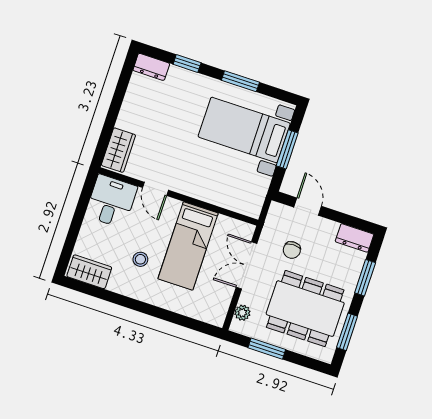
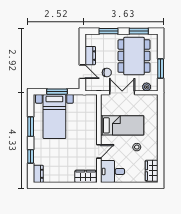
door: (308, 207) -> (82, 72), swing flipped
dresser: (354, 238) -> (90, 56), moved
double door: (246, 265) -> (122, 93), swing flipped

